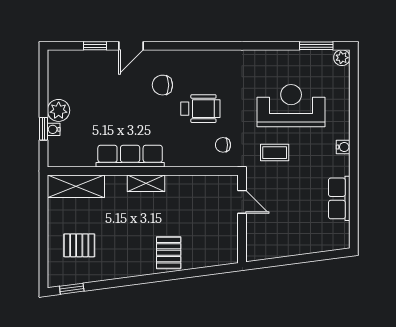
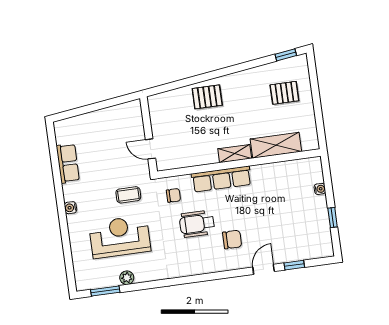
plant: (342, 58) -> (127, 278), moved
reception desk: (291, 106) -> (120, 237), turned 180
plant: (59, 110) -> (318, 206), removed
window: (44, 129) -> (333, 217), moved
row of seats: (130, 156) -> (221, 179), moved
shelving: (76, 186) -> (276, 145), moved
pallet: (169, 253) -> (207, 97), turned 90

